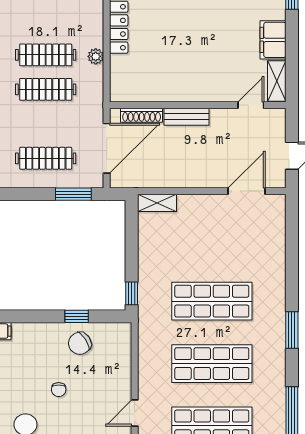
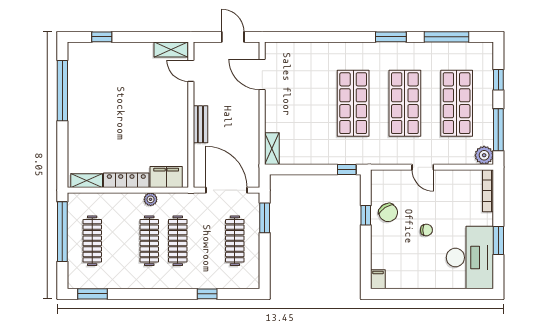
filing cabinet: (273, 40) -> (166, 177), moved, turned 180
shoe rack: (142, 115) -> (199, 161), removed
window: (292, 330) -> (391, 37), moved
door: (135, 413) -> (423, 167), moved

